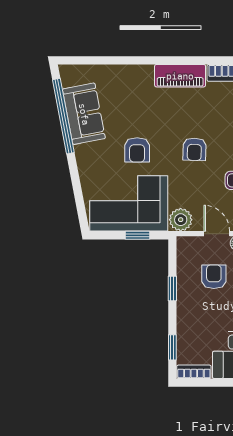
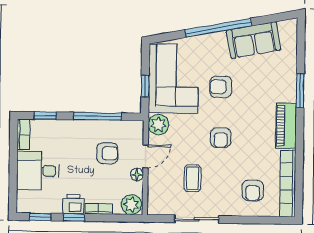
window: (140, 60) -> (300, 91), added
window: (63, 116) -> (218, 28), moved
armchair: (194, 149) -> (221, 138), turned -92
window: (172, 289) -> (97, 116), width x2.17

